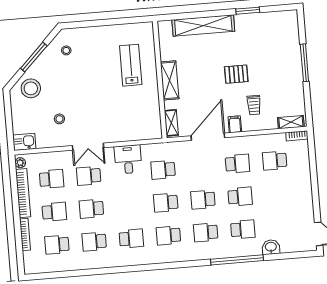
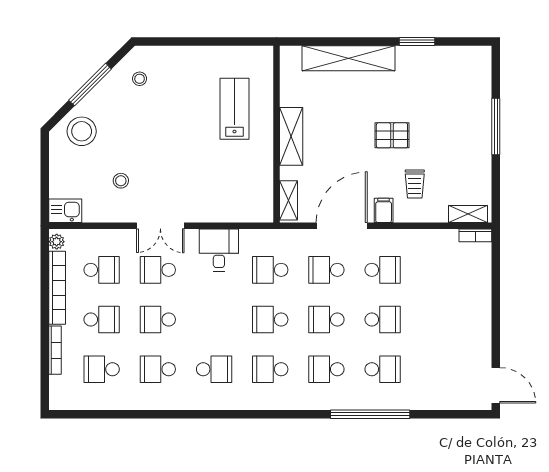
school desk: (275, 161) -> (326, 270), moved
washbasin: (271, 247) -> (423, 399), removed

